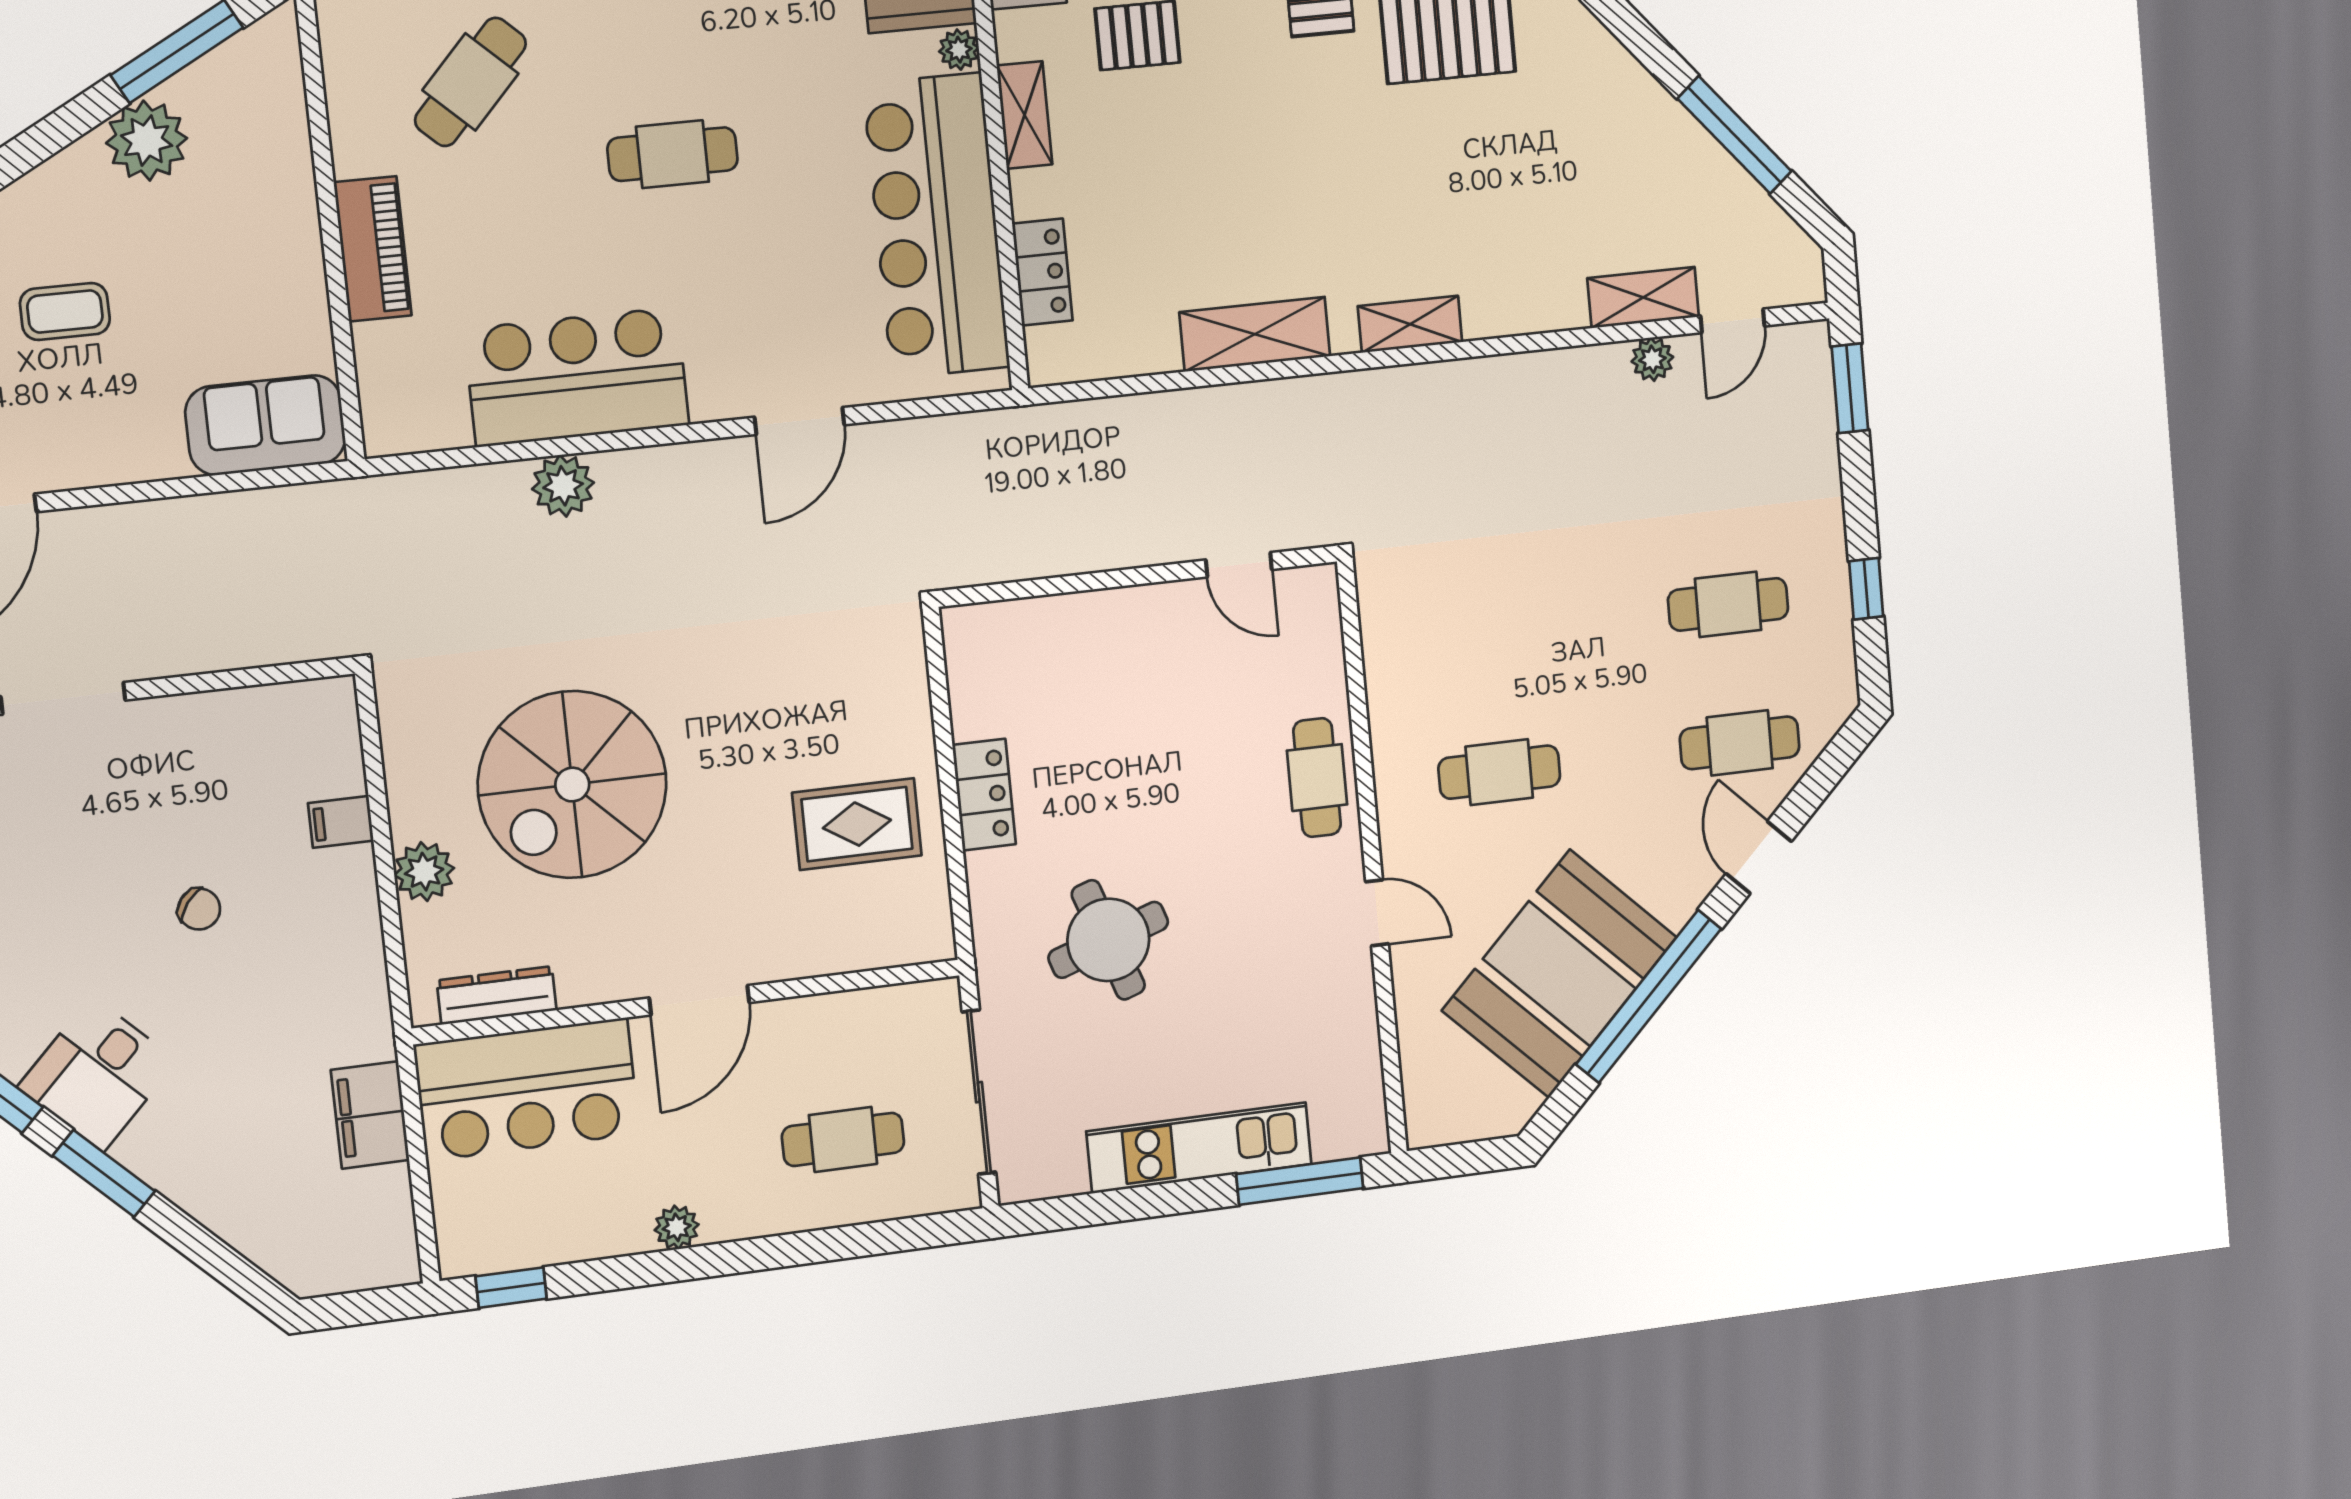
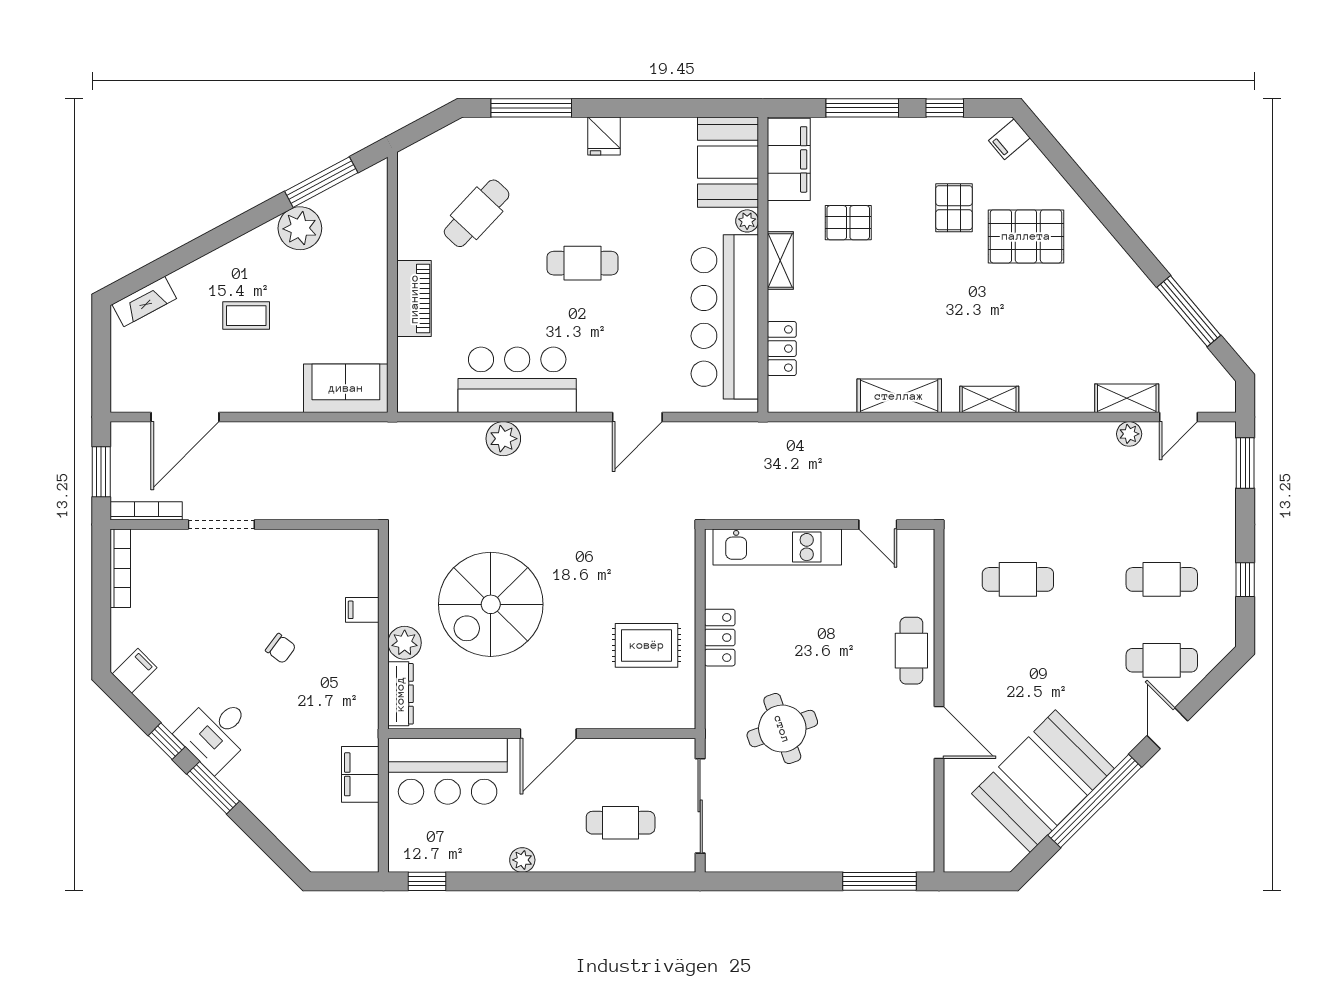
cafe table: (1499, 772) -> (1018, 579), moved
door: (1377, 913) -> (939, 732), width x1.38
dresser: (497, 995) -> (400, 694), moved, turned 90
kitchen unit: (1199, 1148) -> (777, 547), moved, turned 180

